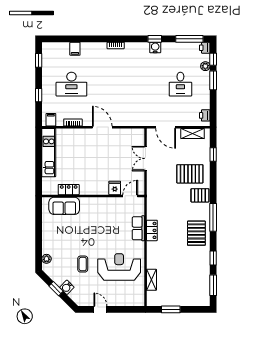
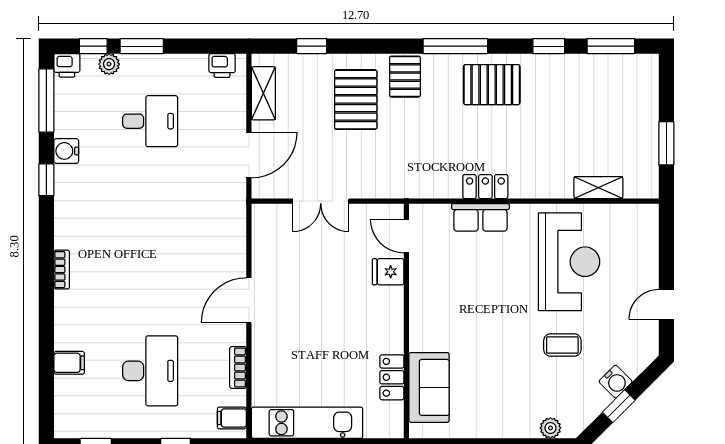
water cooler: (155, 47) -> (66, 151), moved
reception desk: (119, 267) -> (569, 262), turned 180

